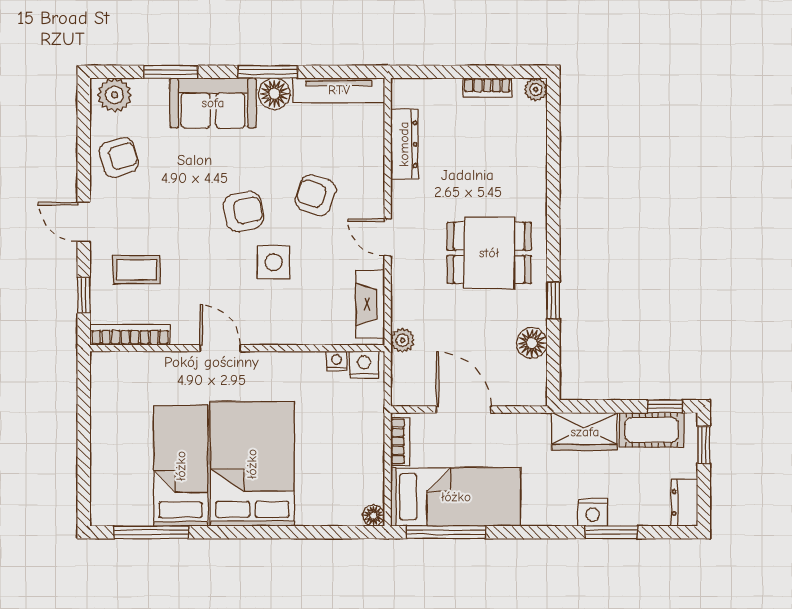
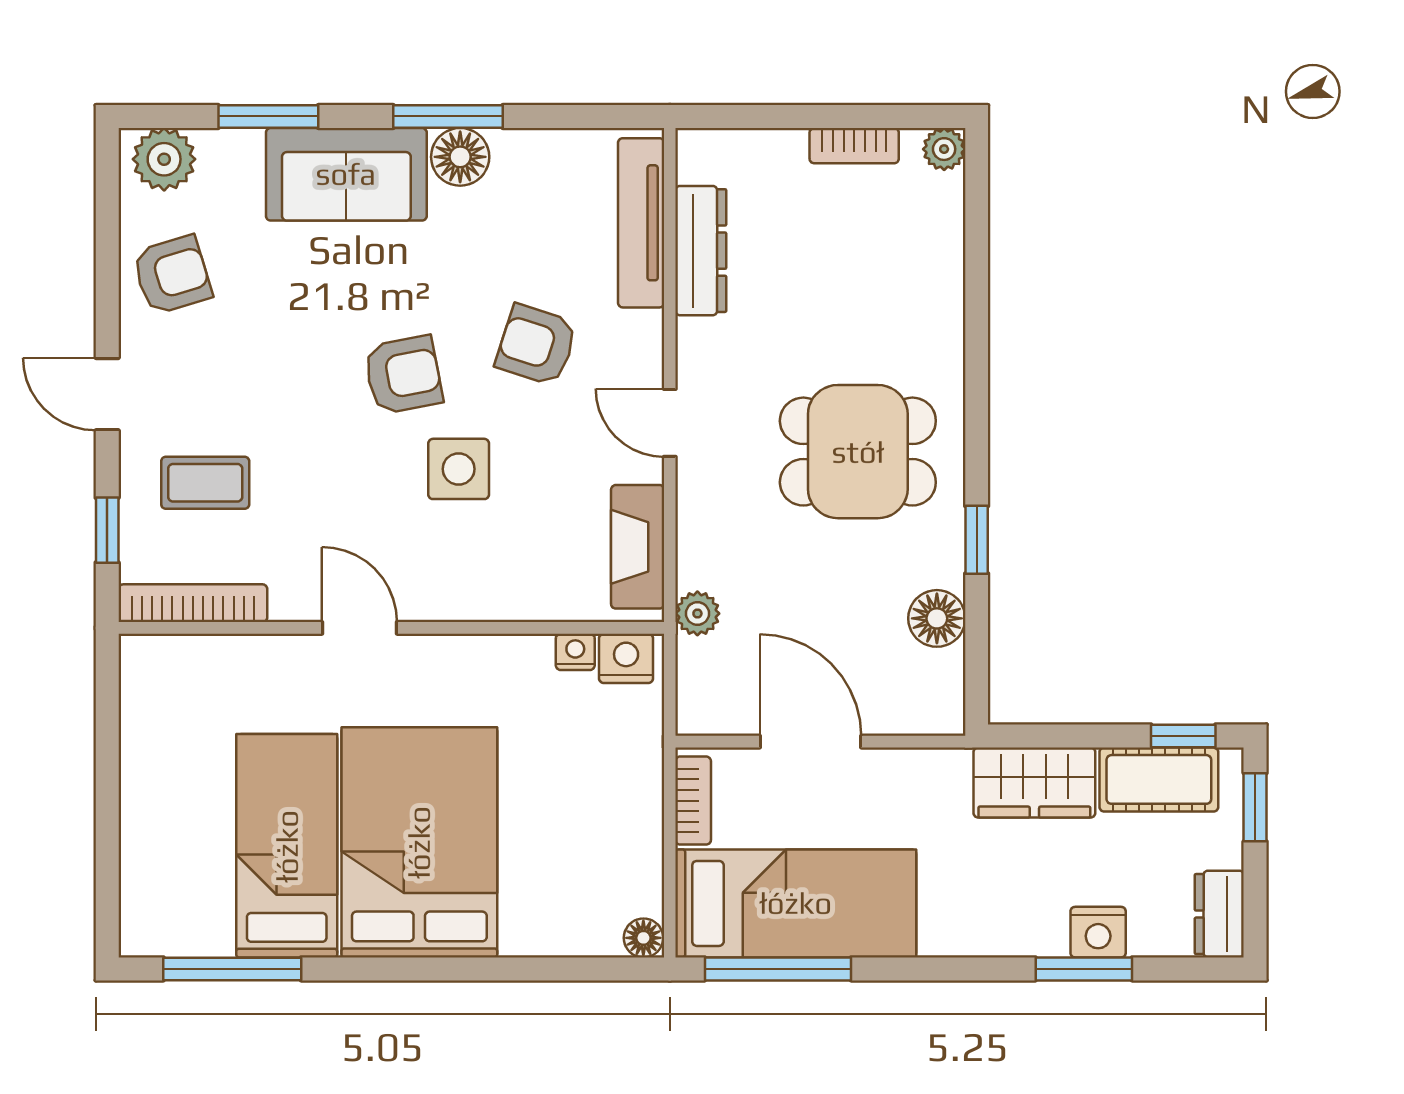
tv unit: (339, 90) -> (641, 223), moved, turned 90
nightstand: (593, 512) -> (1098, 932), moved

